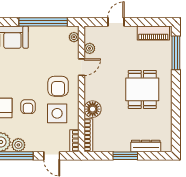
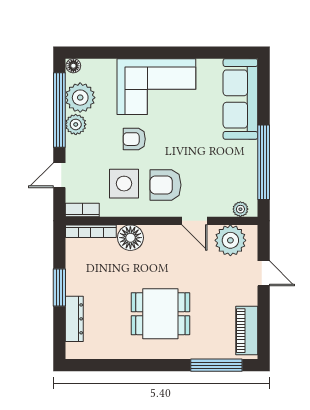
plant: (90, 48) -> (230, 240), width x1.87, depth x1.87

